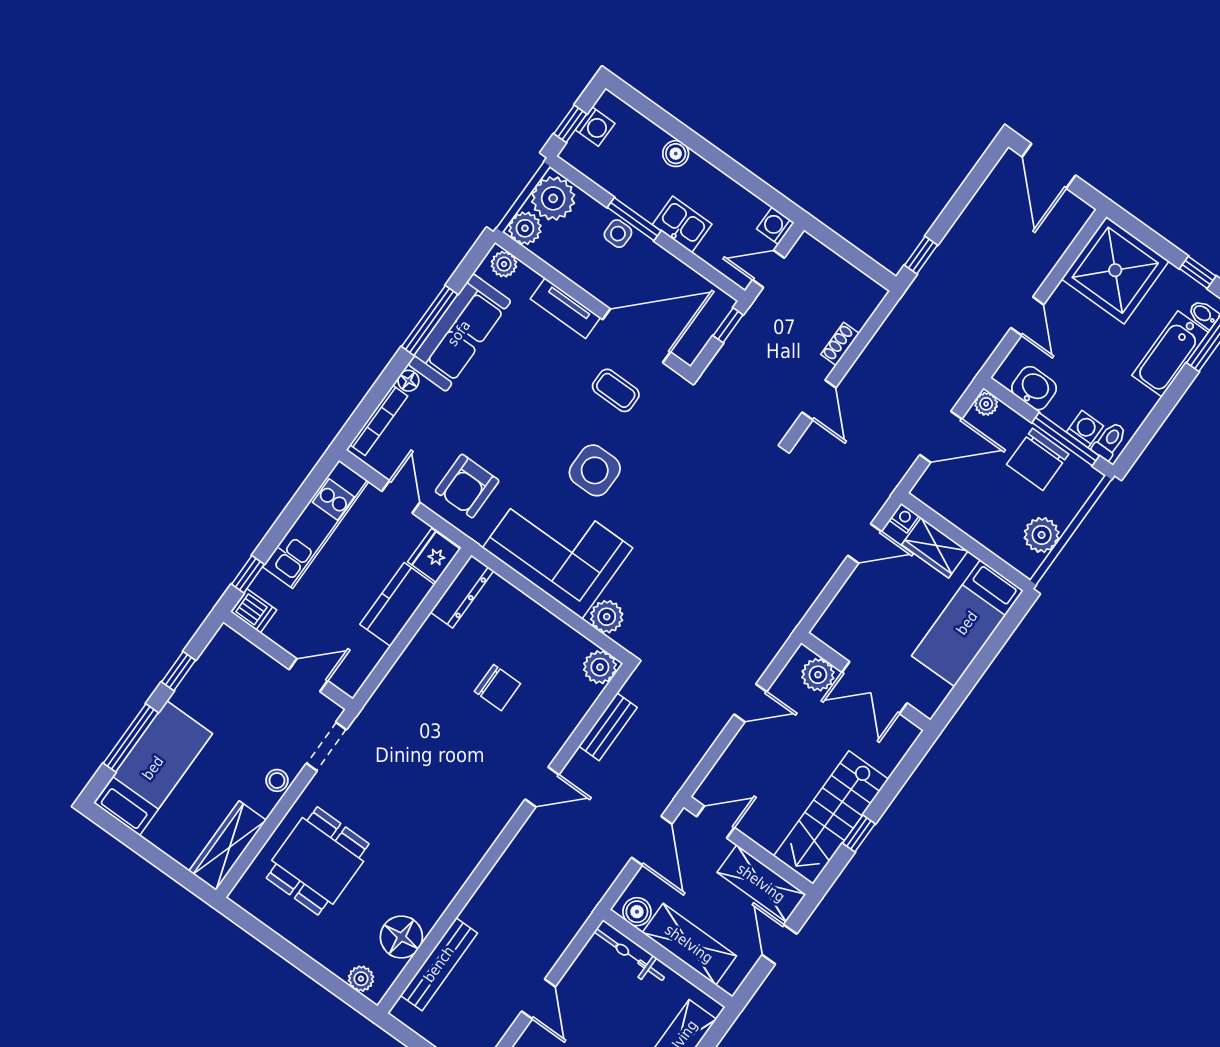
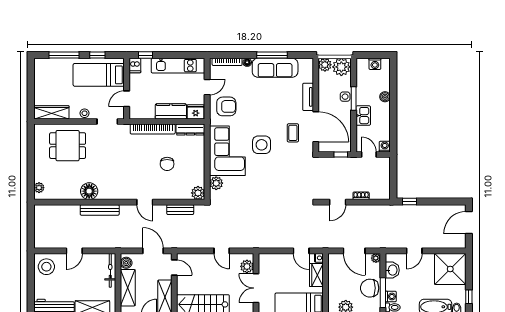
window: (570, 124) -> (370, 55), removed
plant: (504, 264) -> (308, 66), removed
armchair: (467, 486) -> (226, 106), turned 180
bookcase: (407, 666) -> (153, 129), added
door: (308, 675) -> (127, 99), swing flipped
bed: (153, 768) -> (99, 75), moved, turned 180
door: (652, 841) -> (153, 251), swing flipped
floor lamp: (401, 937) -> (89, 191), moved
bench: (439, 964) -> (100, 210), moved

